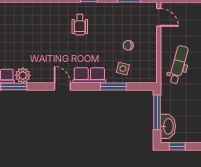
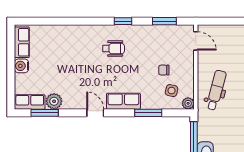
wheelchair: (80, 25) -> (113, 49), turned -90
side table: (123, 69) -> (172, 91), moved
plant: (152, 77) -> (188, 103), added

